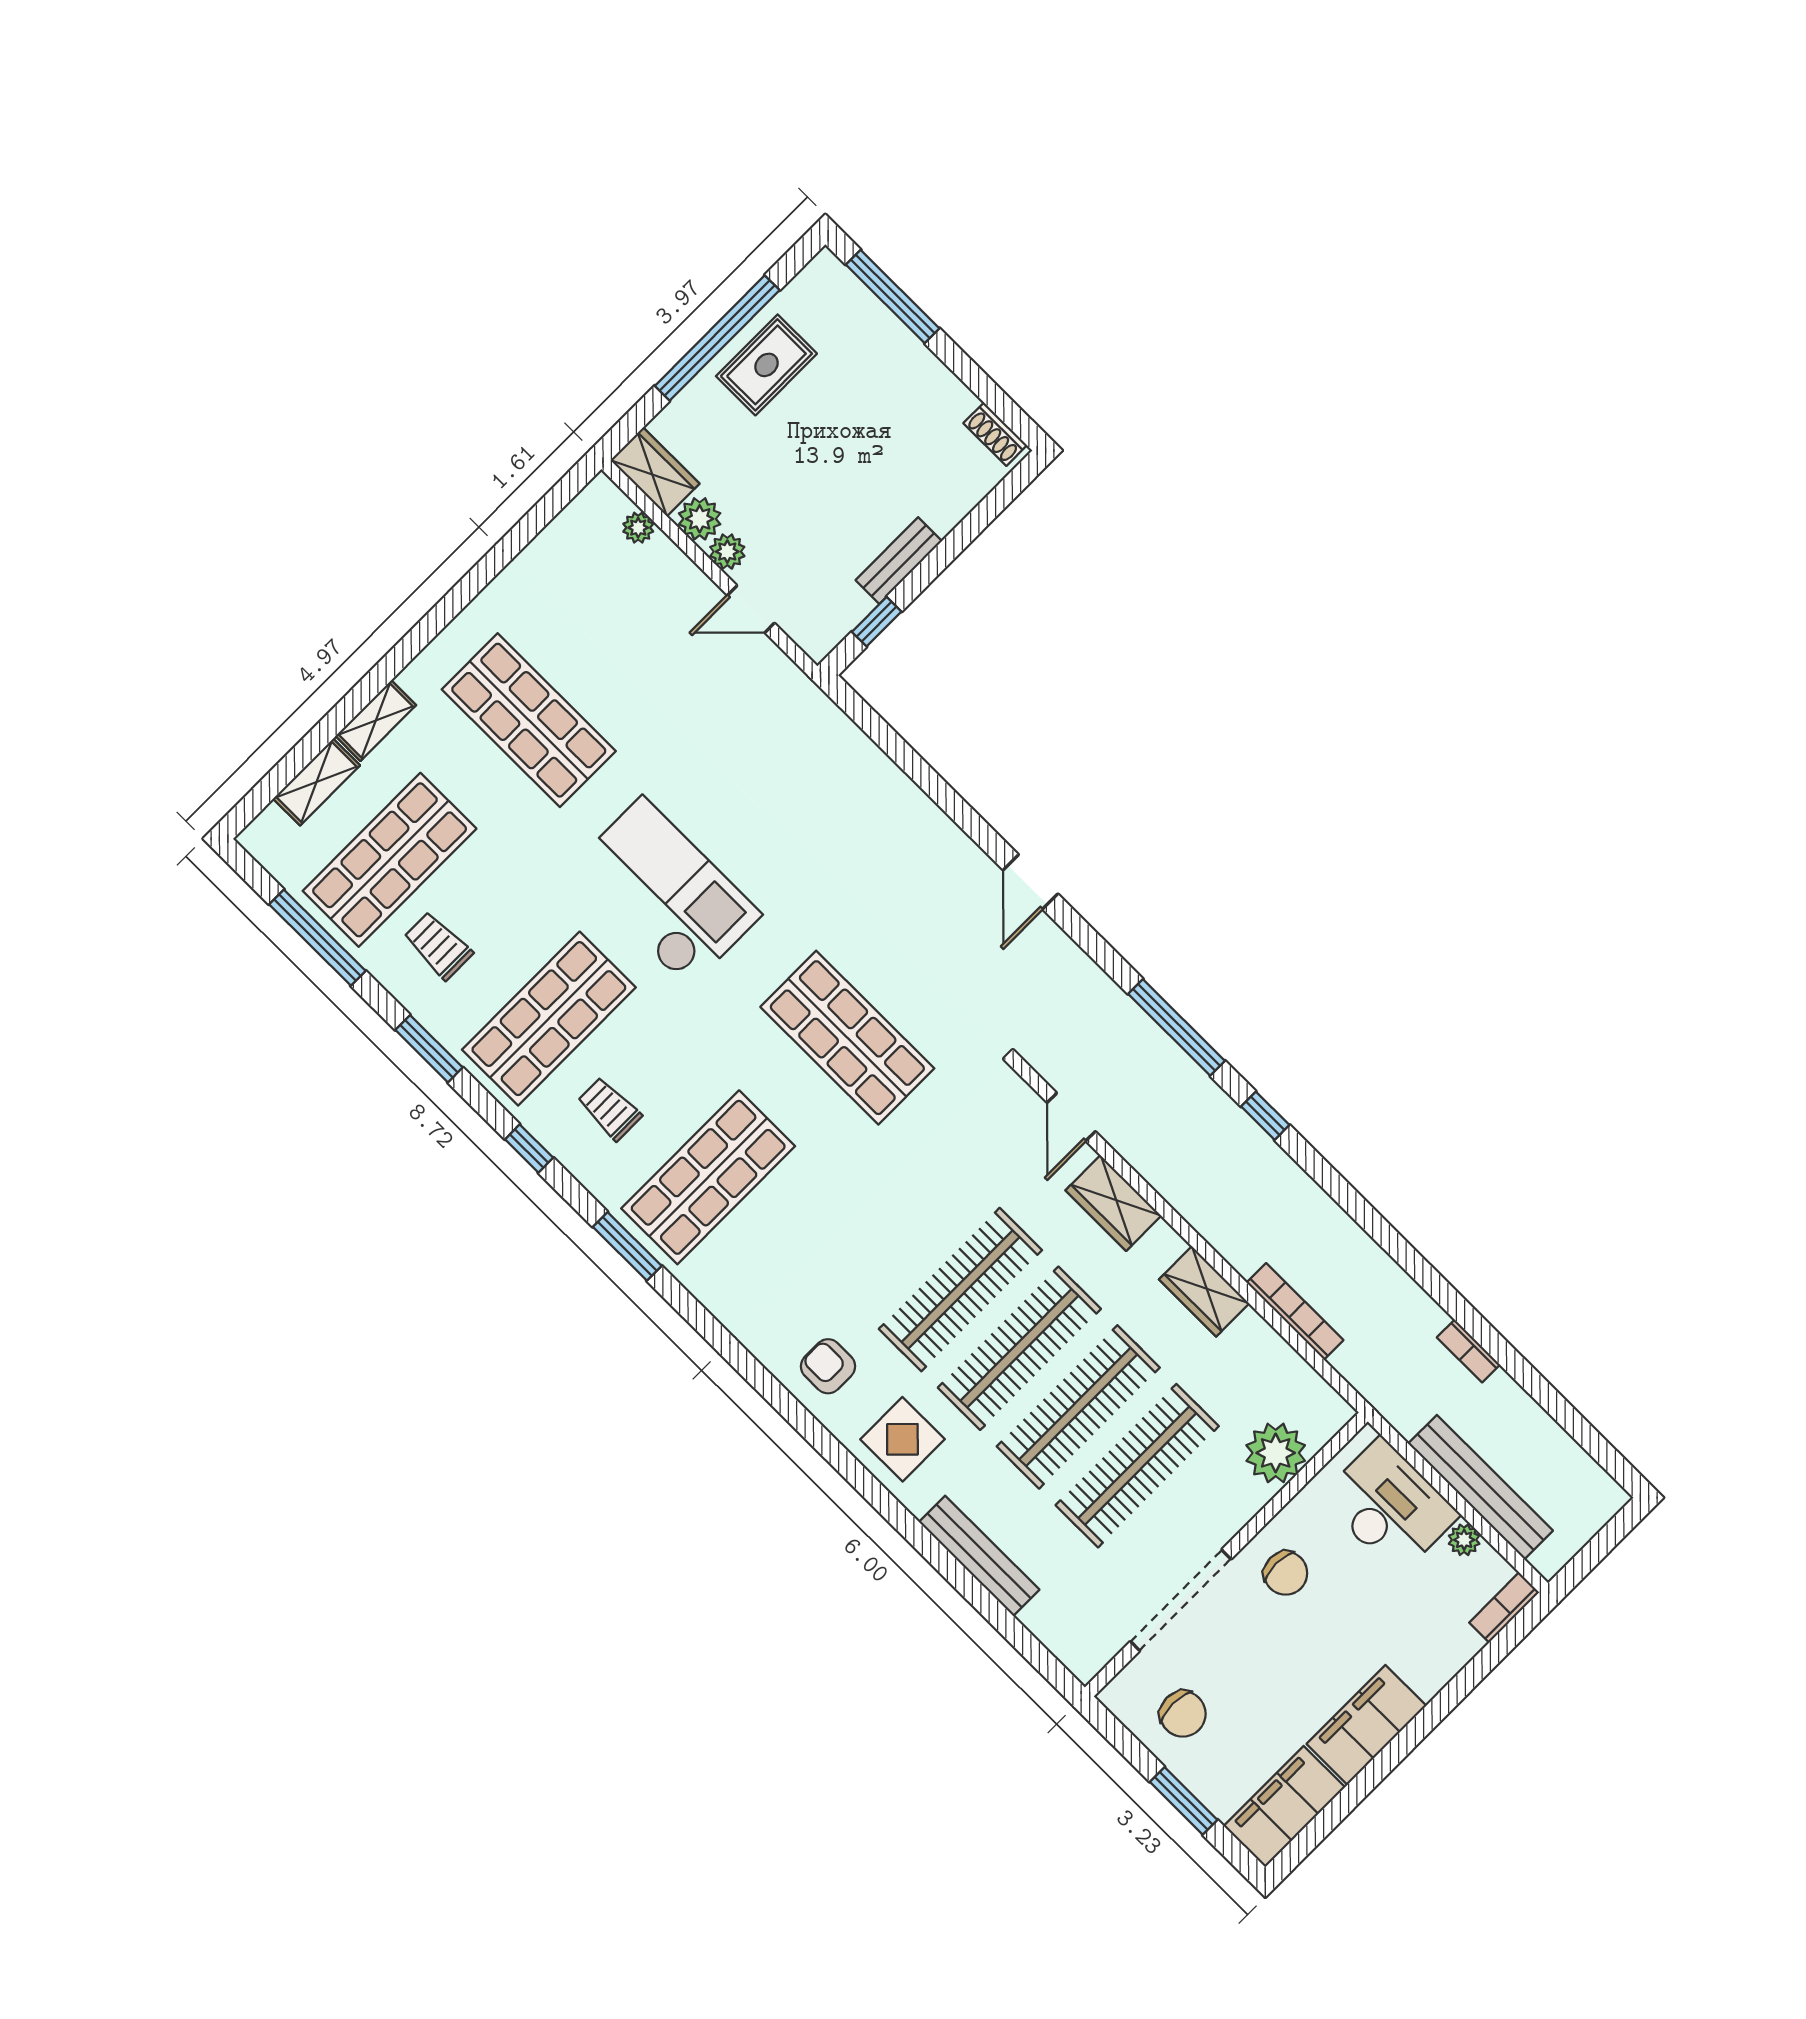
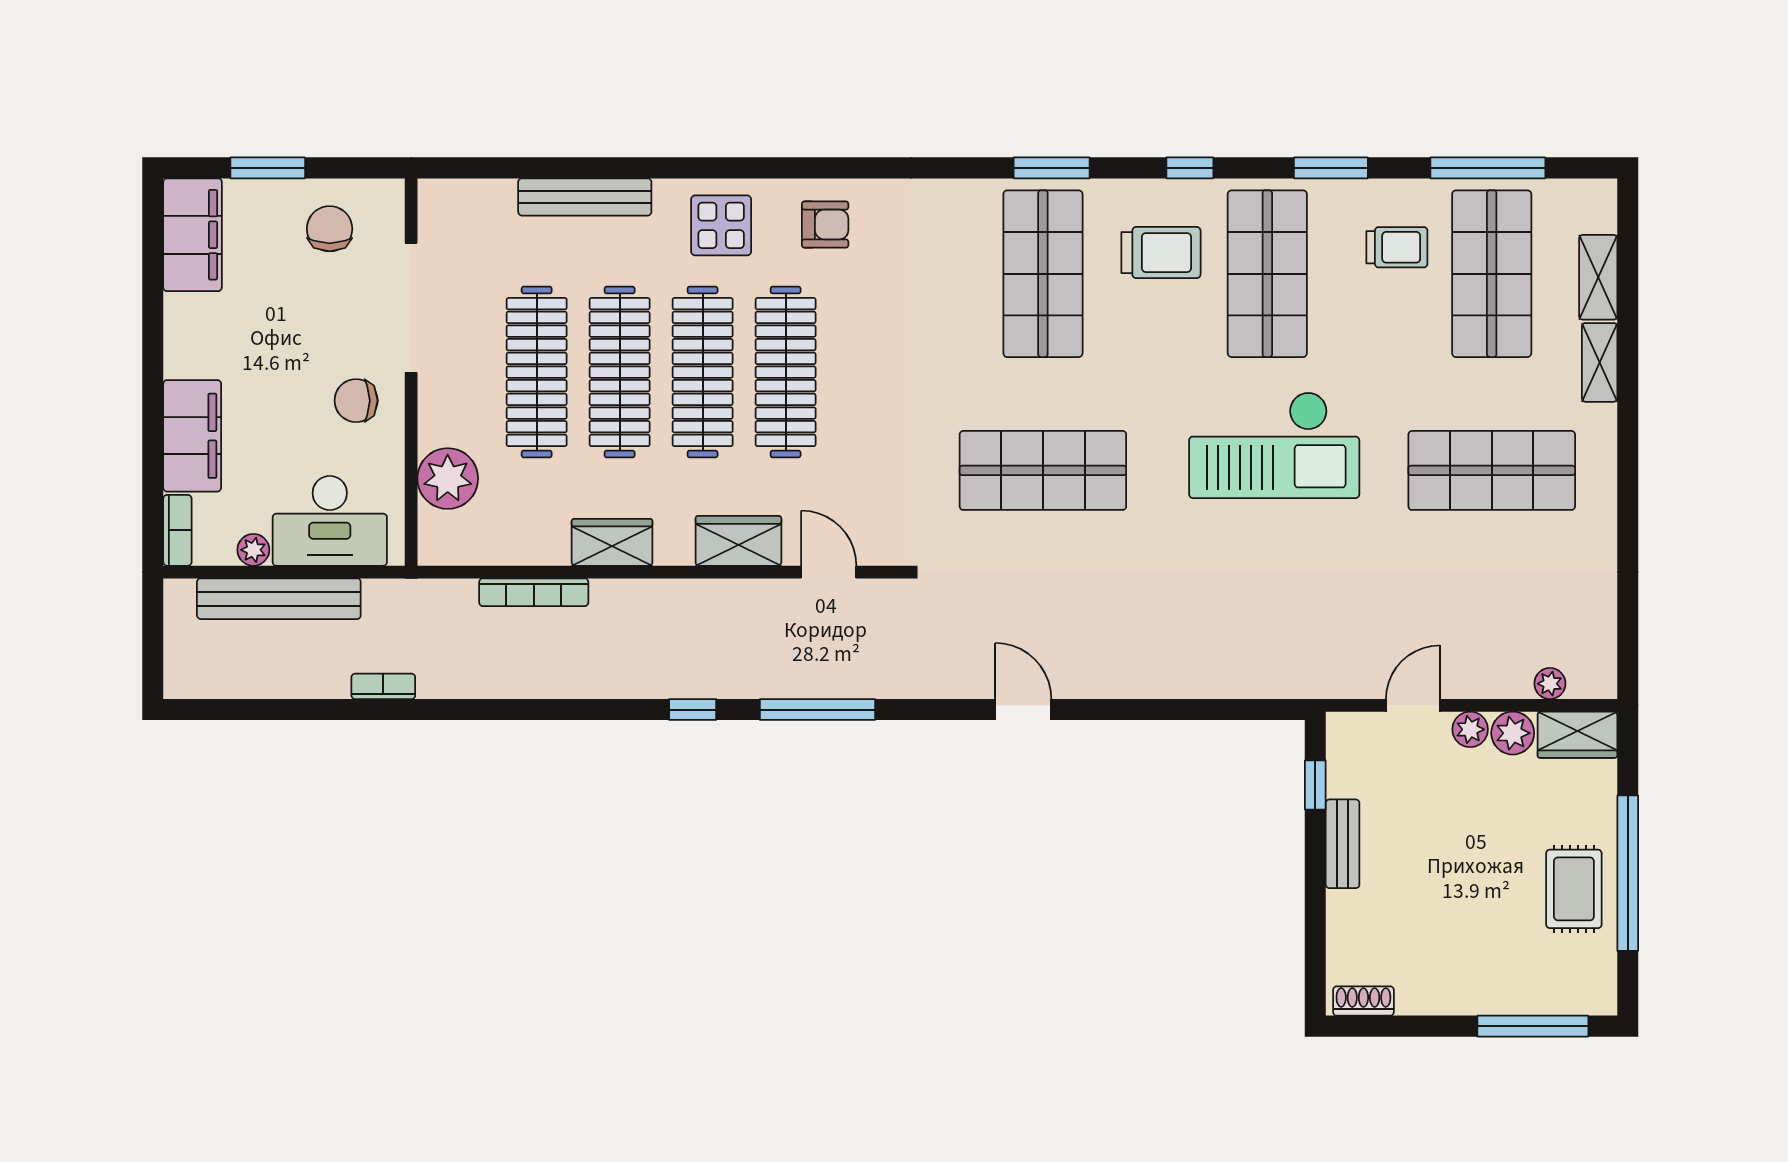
trolley: (609, 1109) -> (1161, 253), width x1.36, depth x1.39
chair: (1183, 1714) -> (330, 229), turned 90
filing cabinet: (1366, 1725) -> (192, 436), moved

